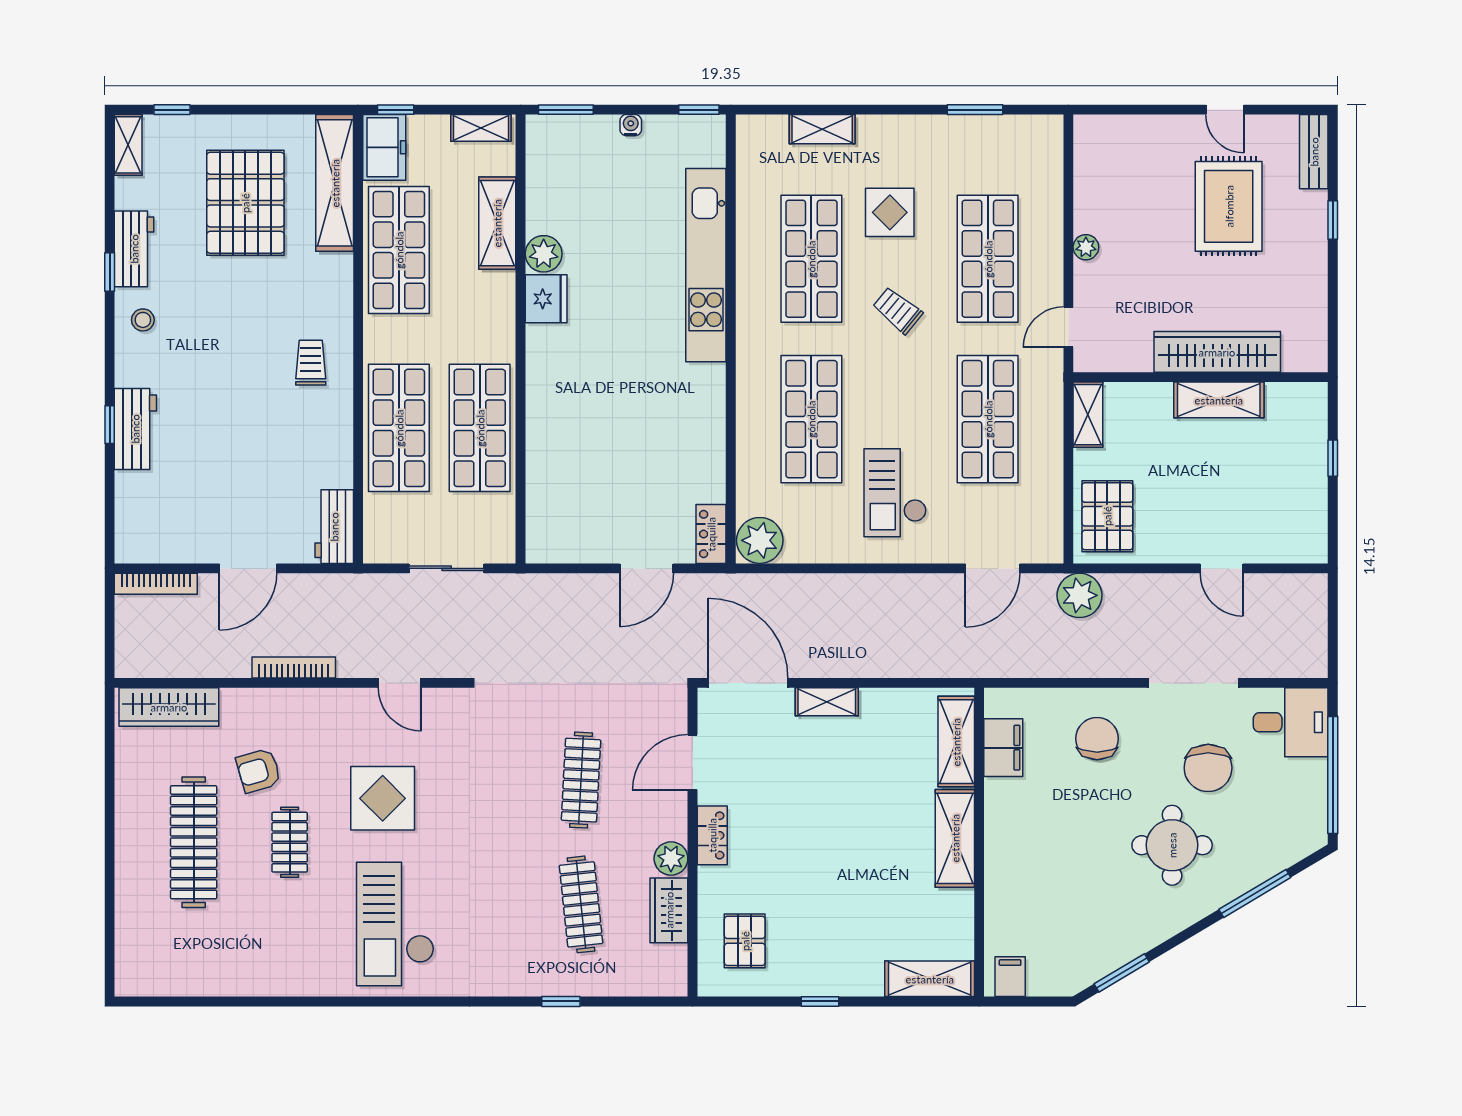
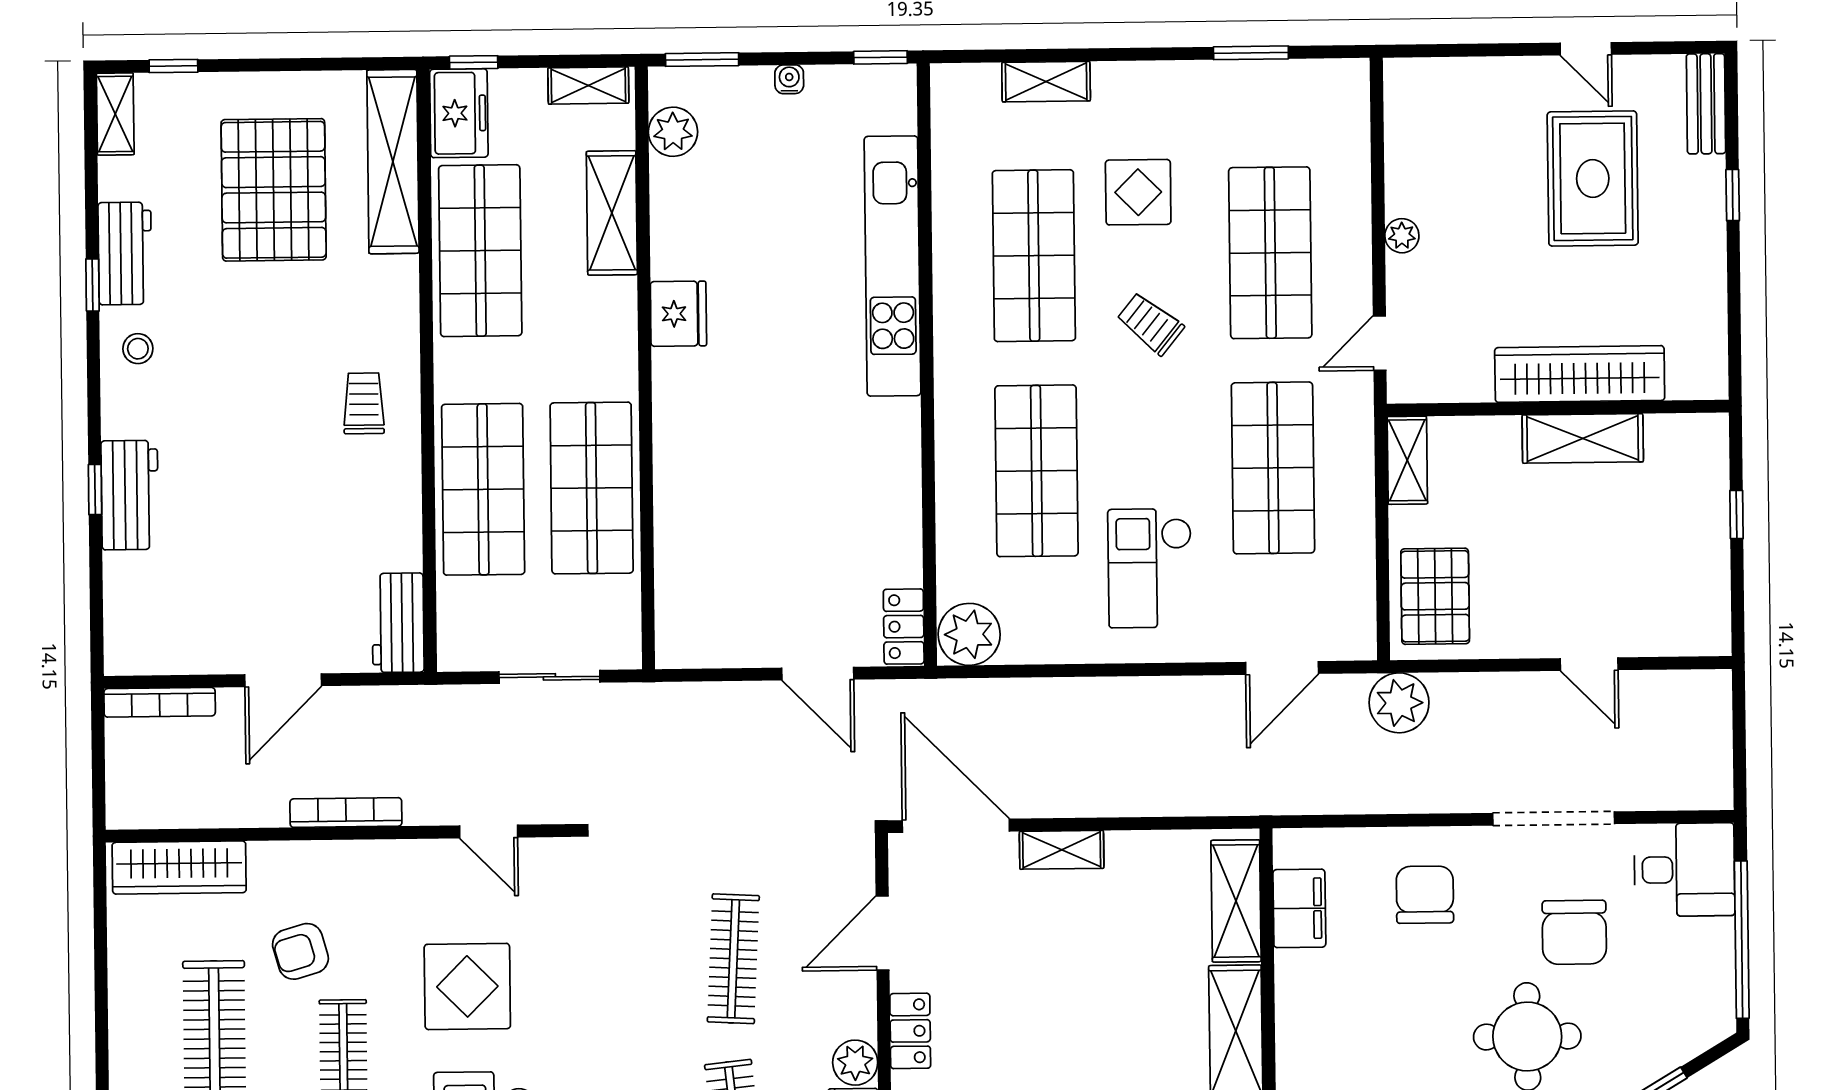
plant: (544, 254) -> (673, 132), moved
door: (647, 568) -> (818, 674), hinge flipped

